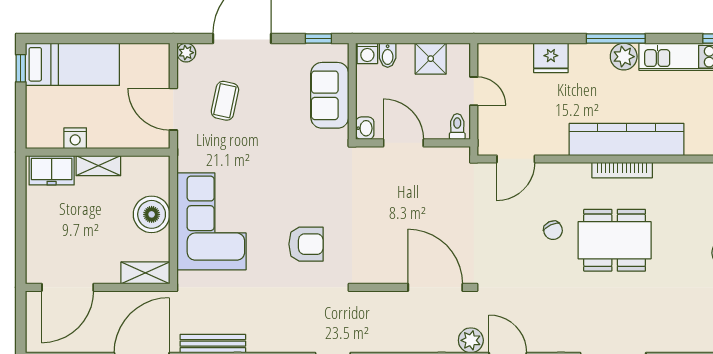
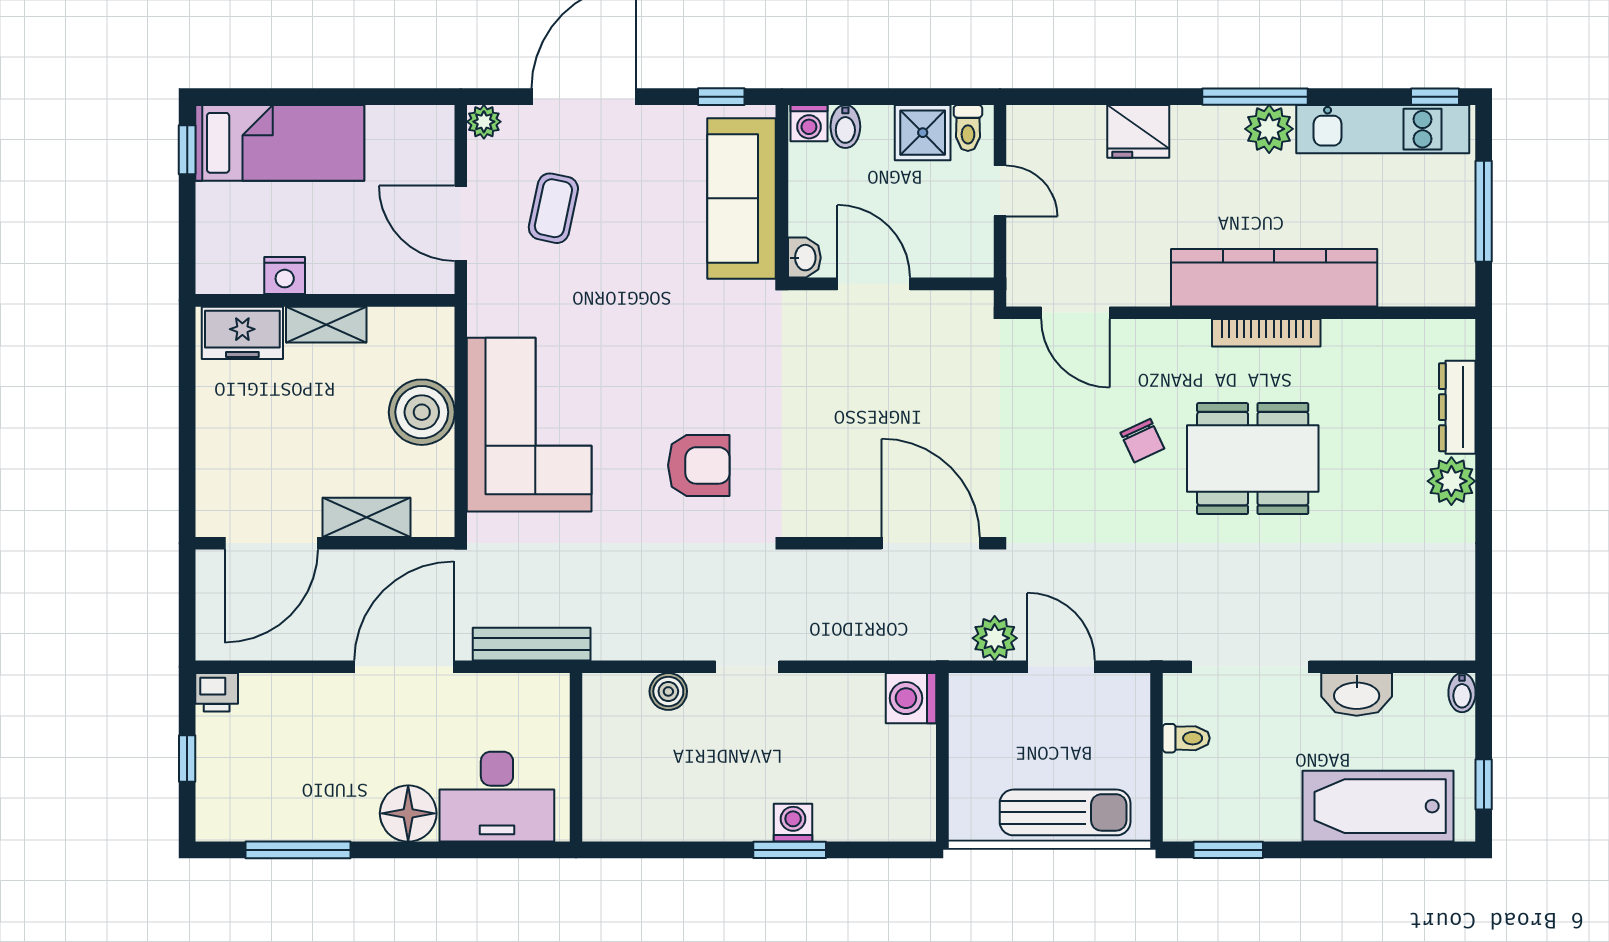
sofa: (330, 95) -> (742, 198), width x1.36
toilet: (457, 127) -> (968, 128), moved, turned 180
door: (516, 159) -> (1075, 313), hinge flipped
shelving: (145, 273) -> (367, 517), moved

